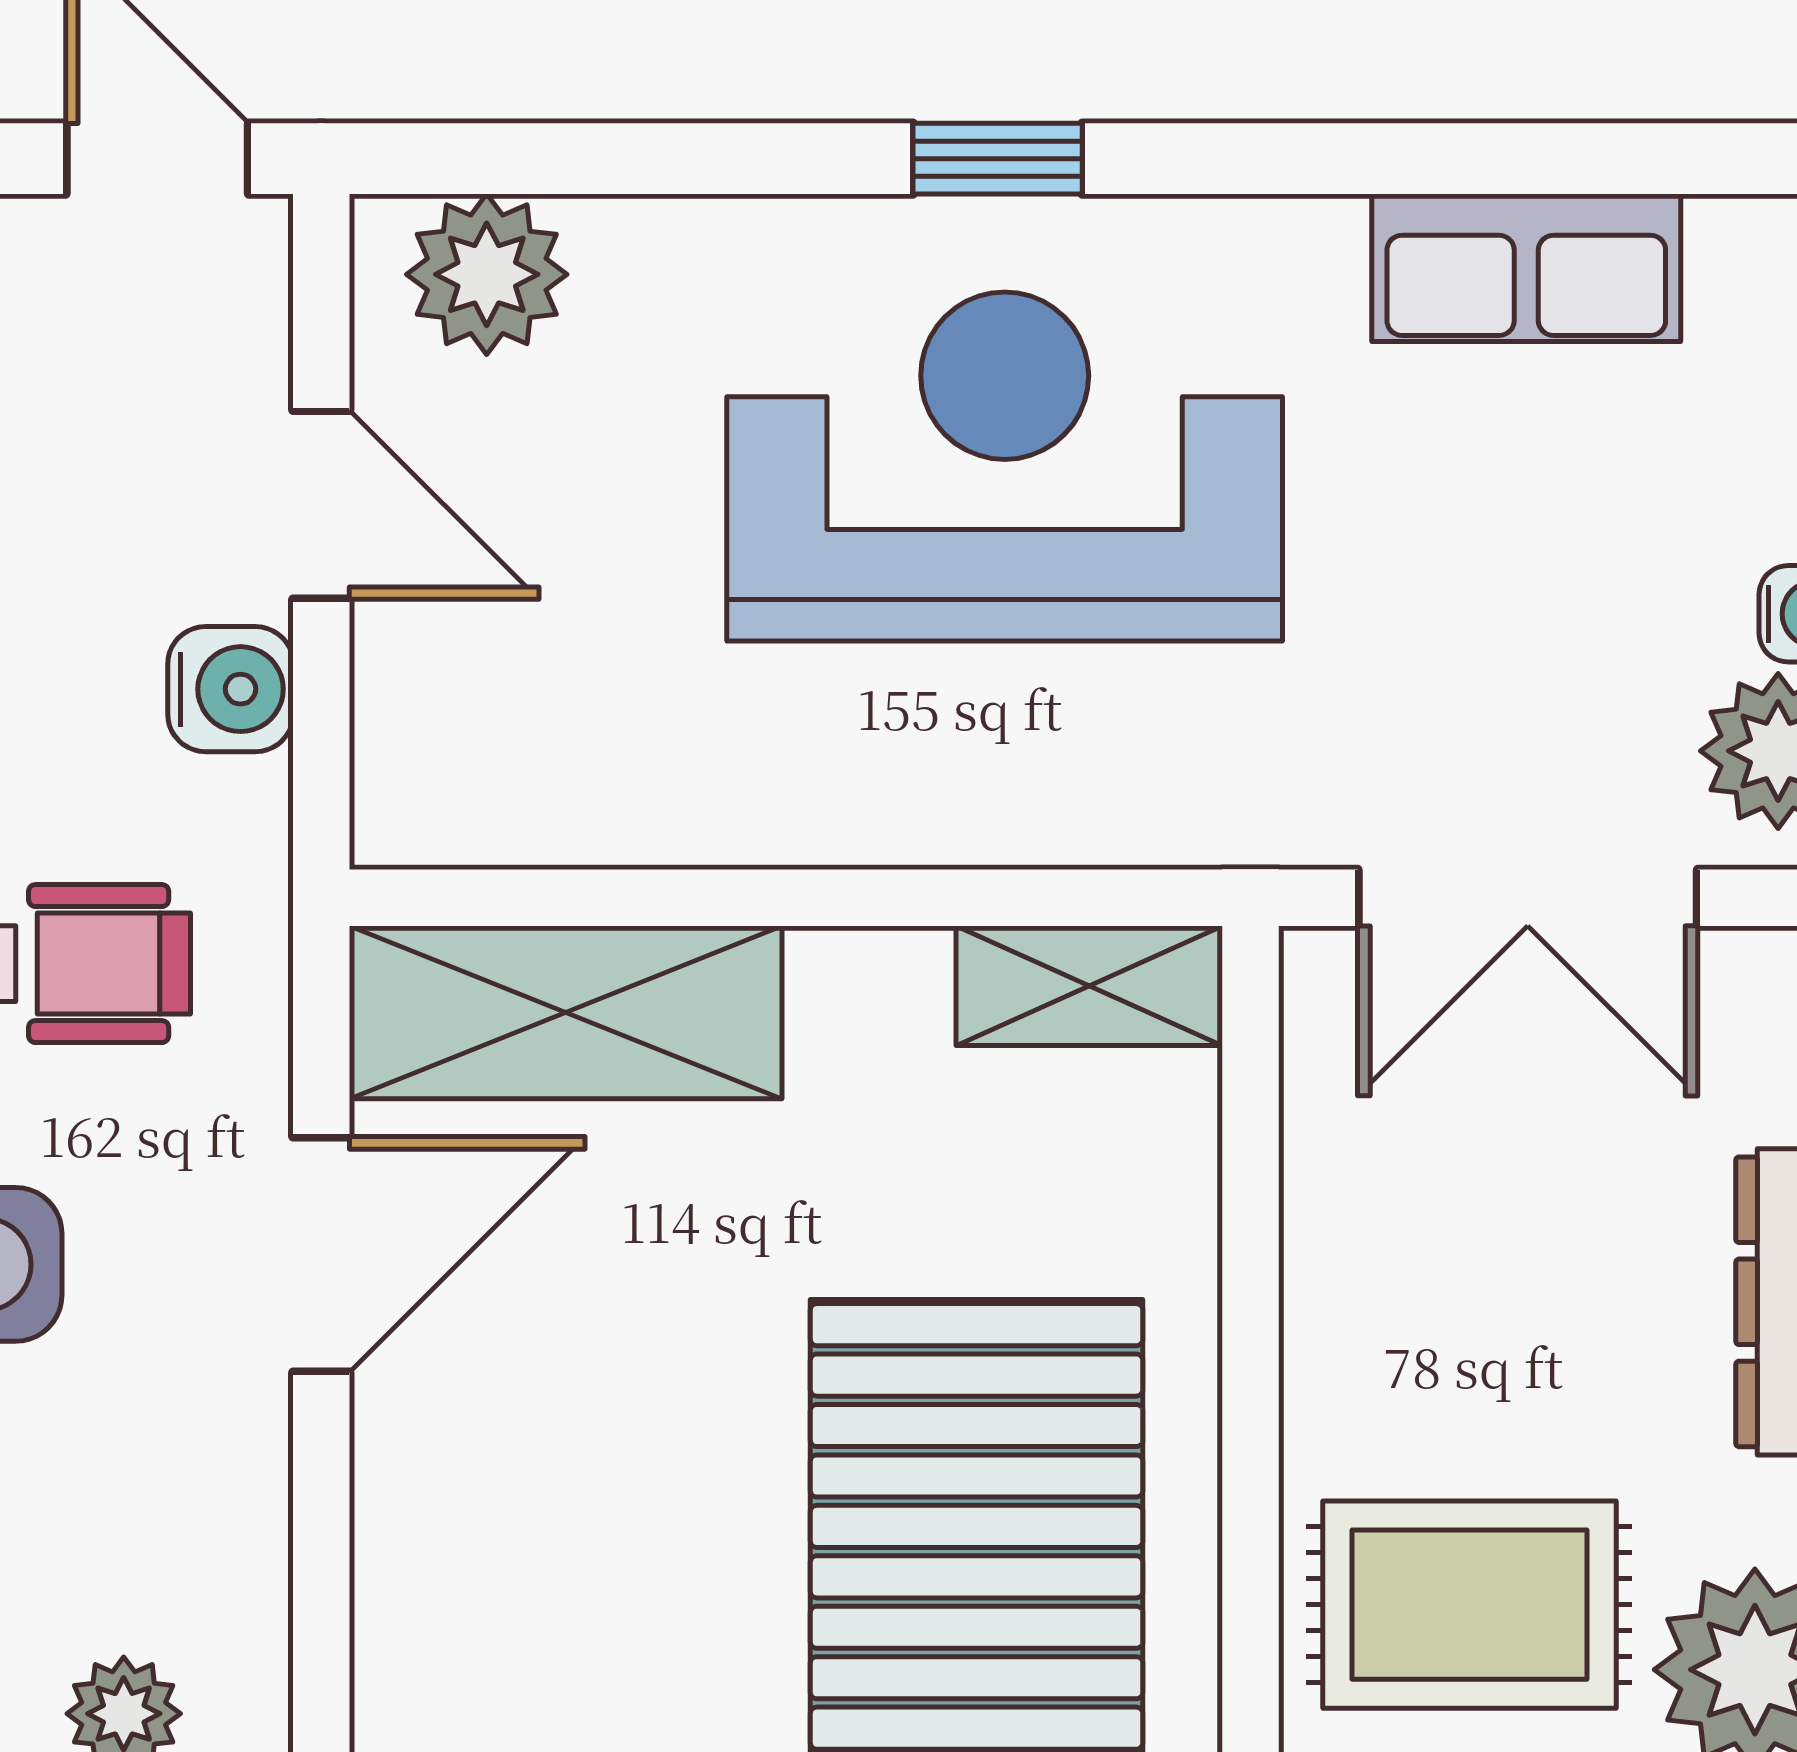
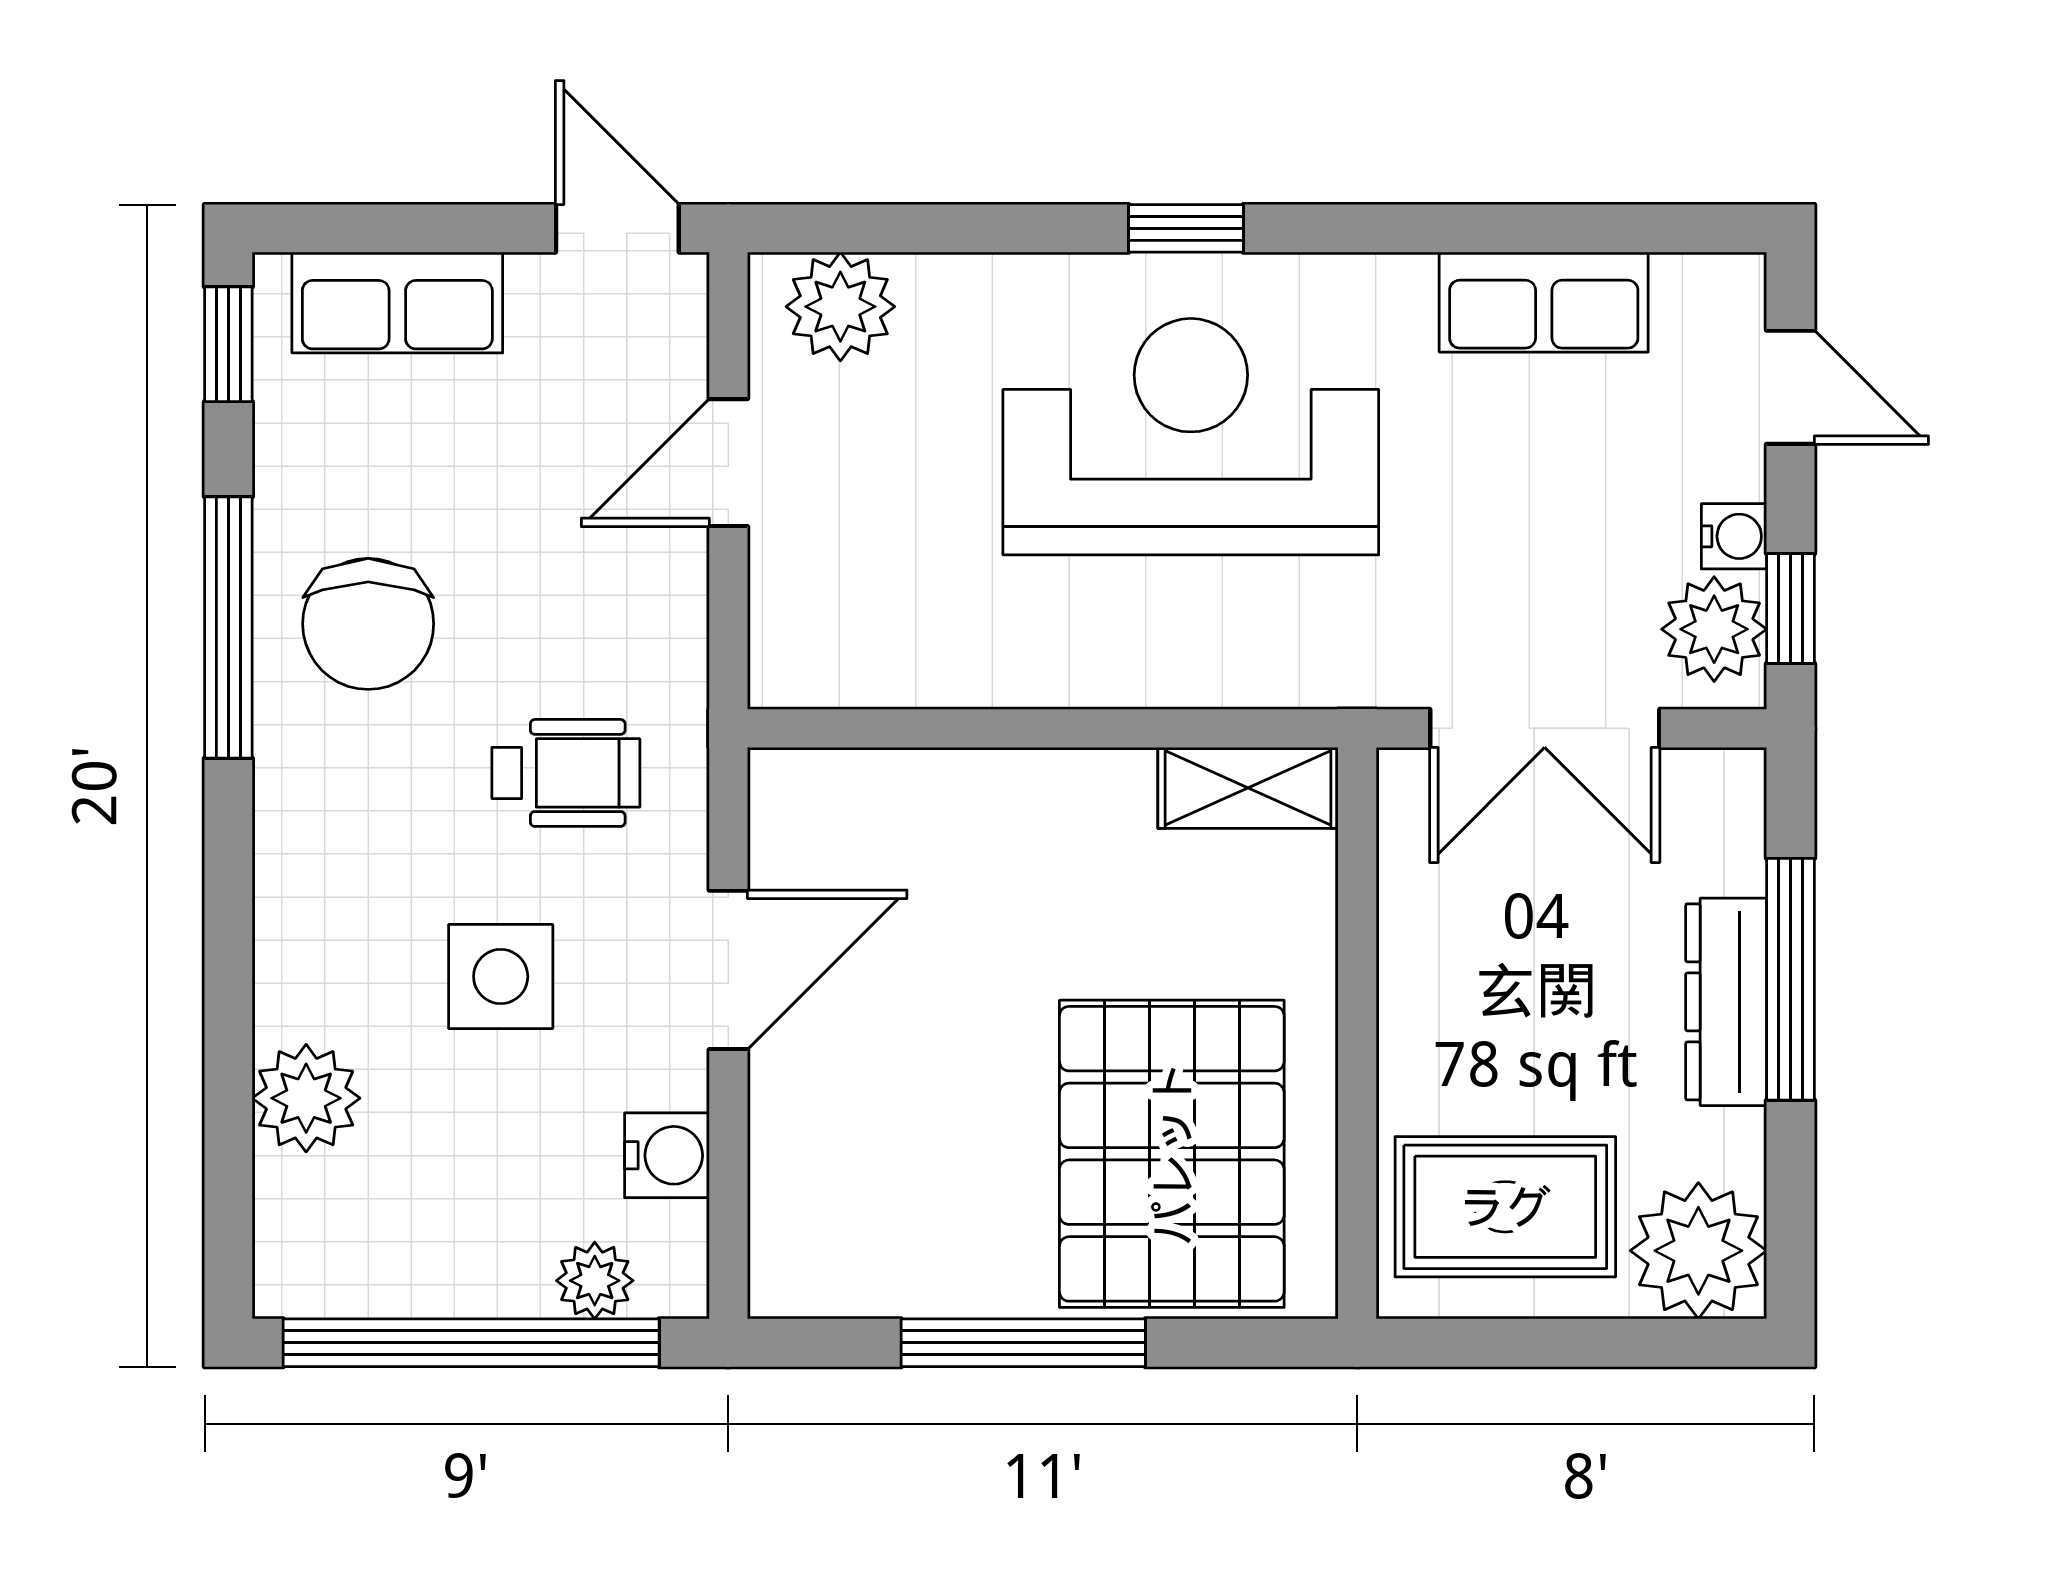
door: (321, 505) -> (728, 463), swing flipped
water cooler: (230, 689) -> (667, 1155), moved
shelving: (566, 1012) -> (894, 806), removed

